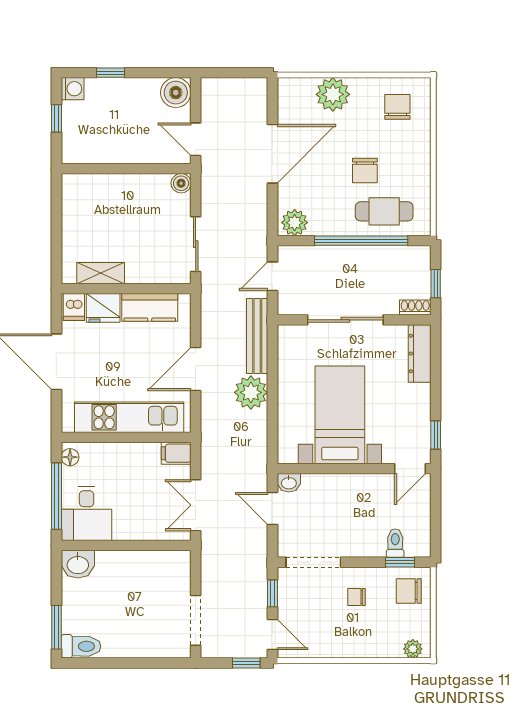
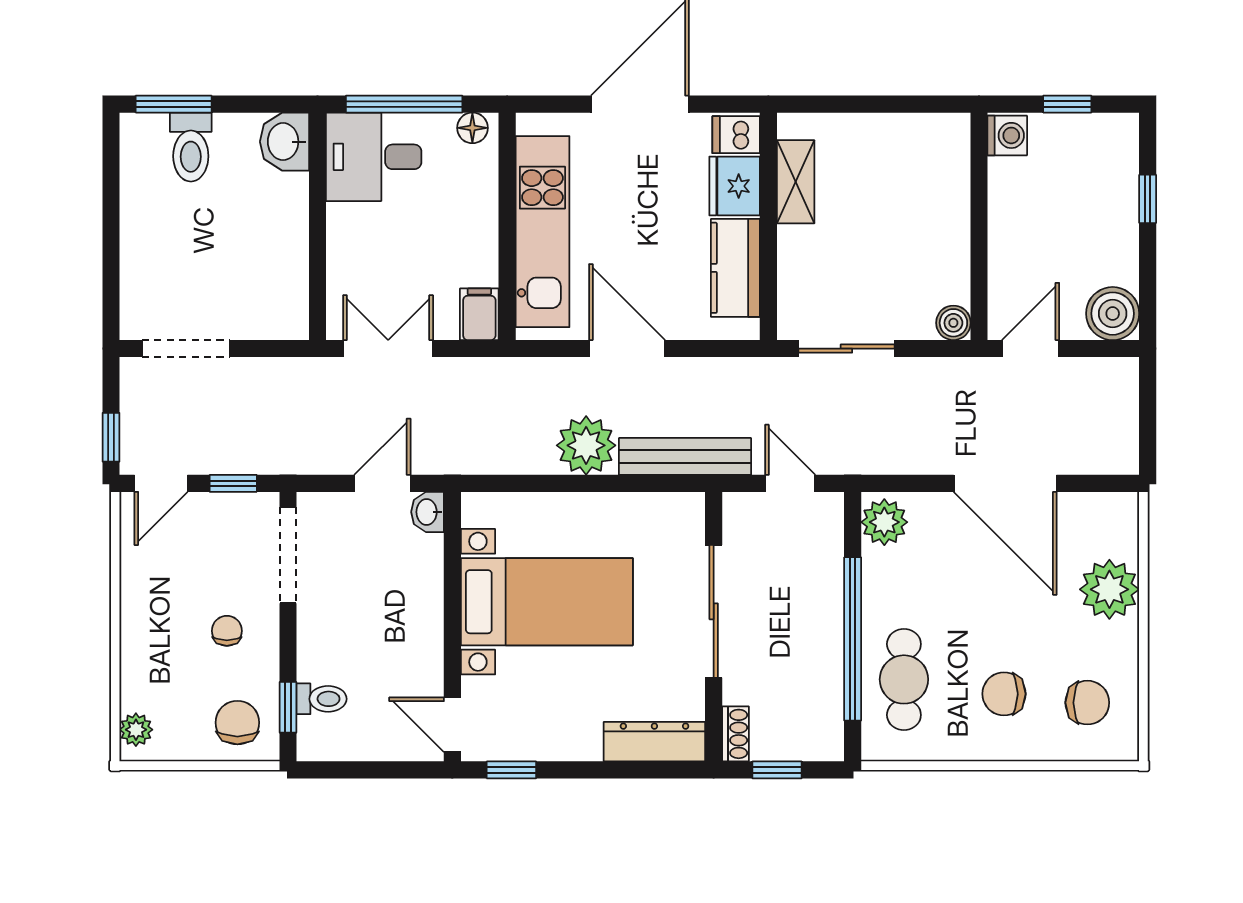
washing machine: (73, 89) -> (1007, 135), moved, turned -90
chair: (365, 170) -> (1004, 694), moved
toilet: (81, 646) -> (191, 147), moved

